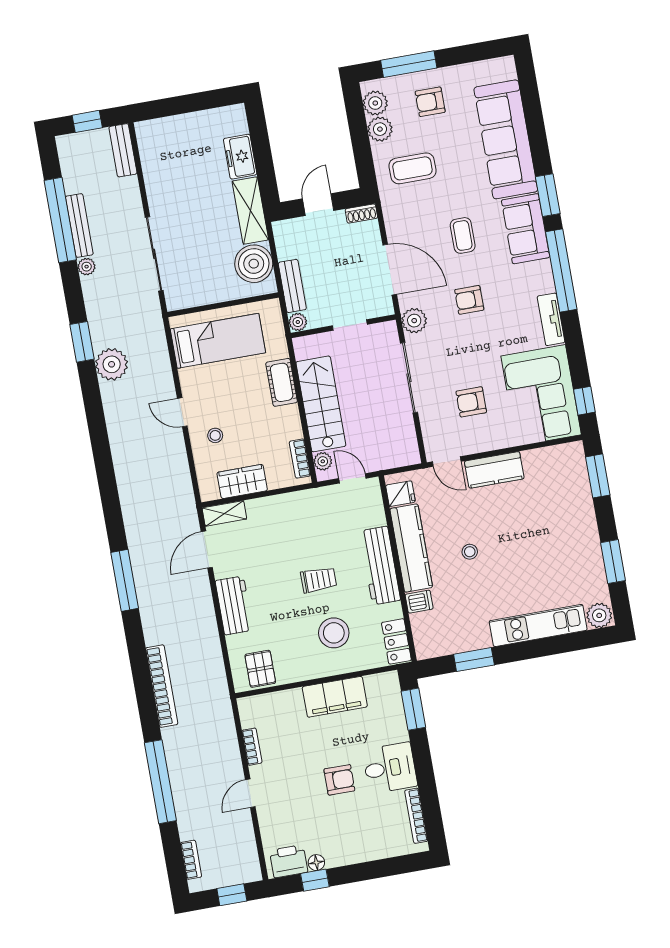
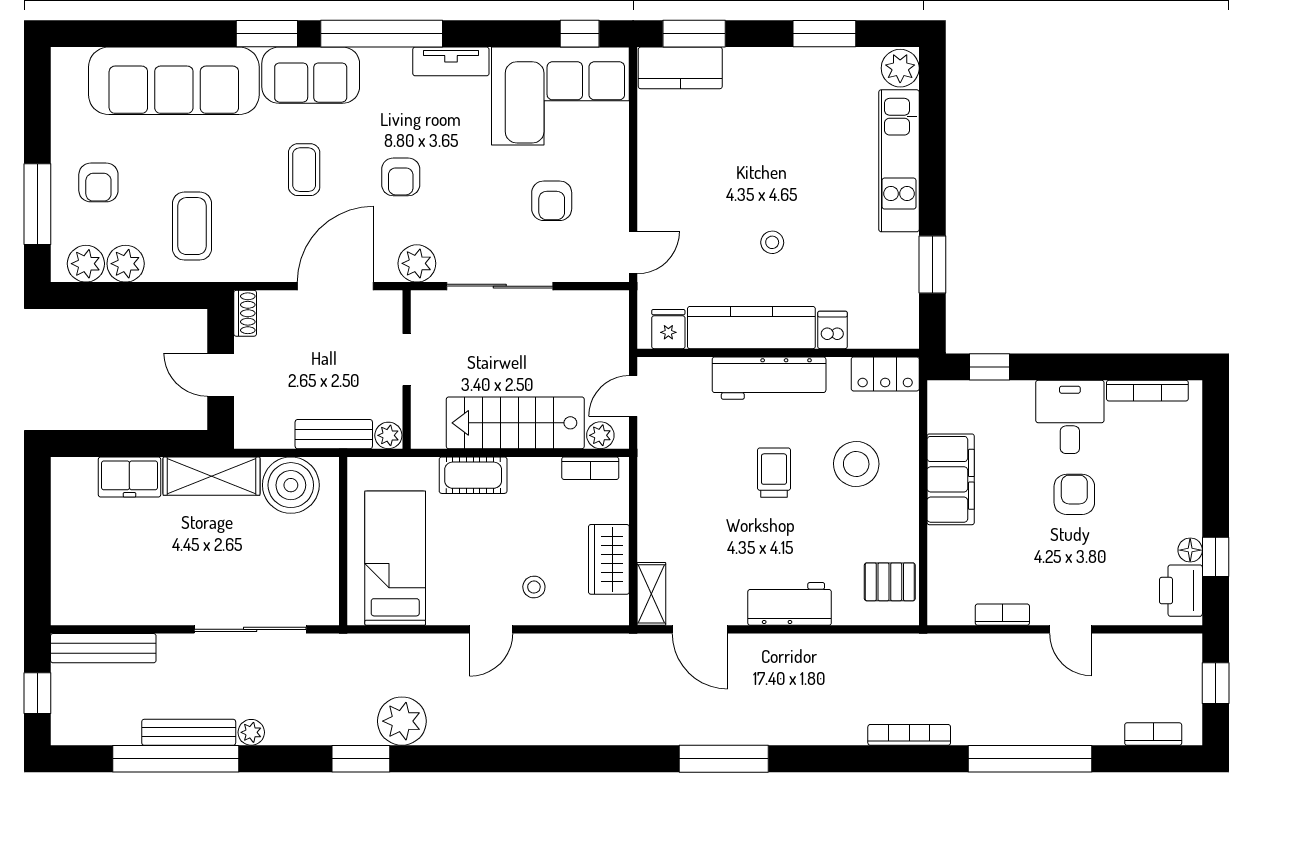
bench: (123, 150) -> (103, 648), width x1.36
coffee table: (463, 235) -> (304, 170), turned 90
kitchen counter: (494, 470) -> (680, 68), moved, turned 90
bookcase: (162, 686) -> (909, 735), width x0.68, depth x0.76
window: (413, 709) -> (990, 367), width x0.67

